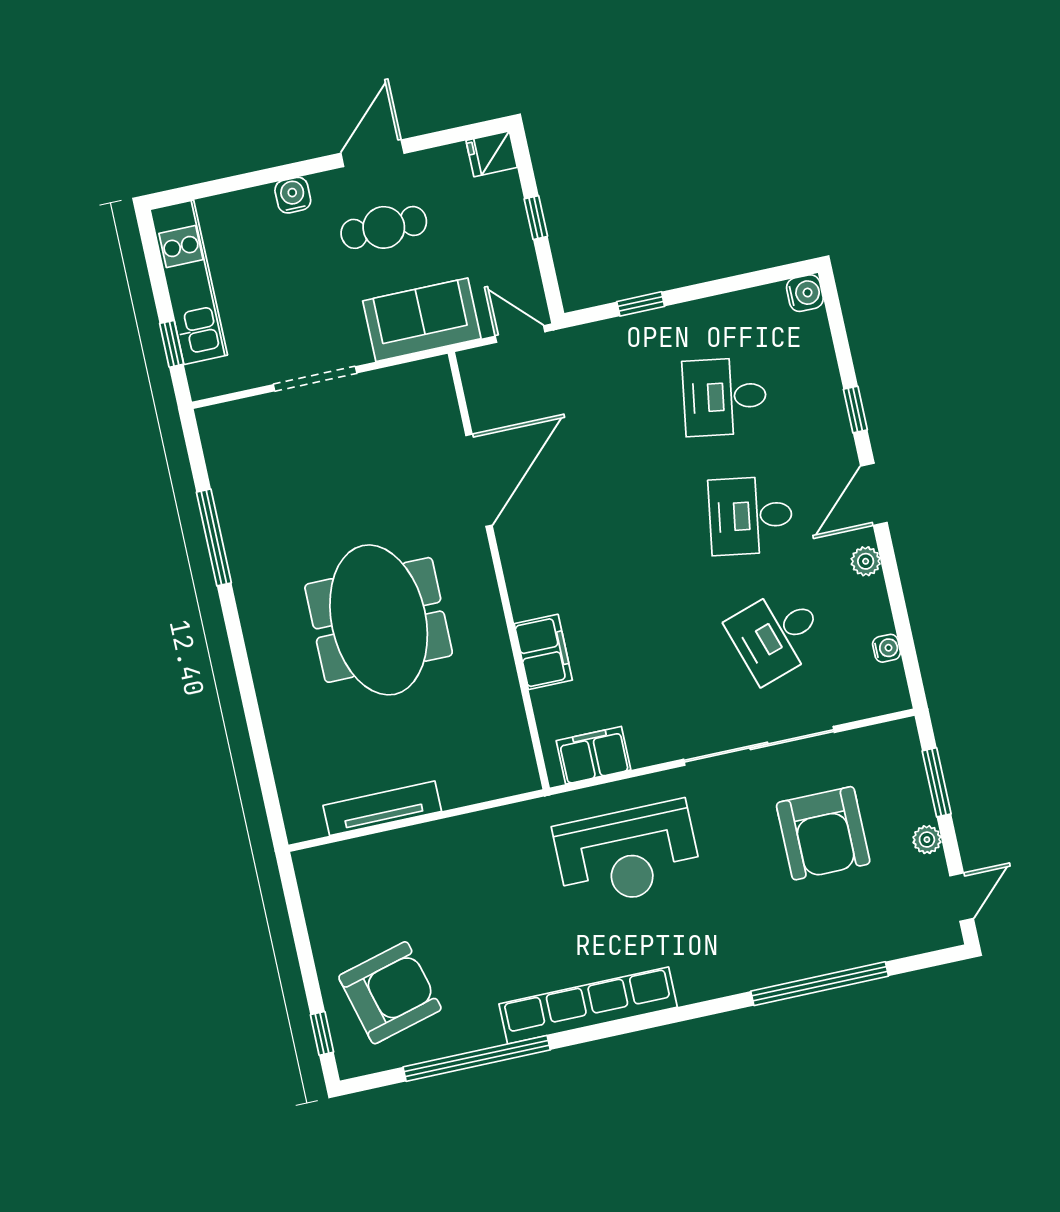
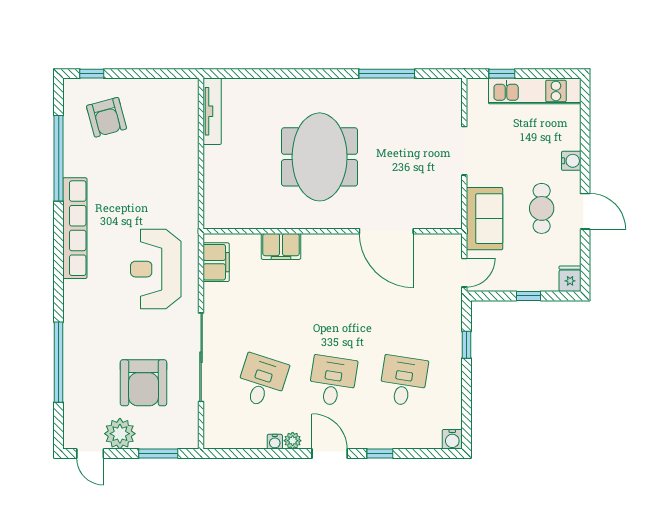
meeting table: (379, 620) -> (320, 157), turned 90
desk: (777, 635) -> (262, 381), turned 36
water cooler: (887, 648) -> (275, 442), moved
tv unit: (382, 808) -> (212, 111), moved
armchair: (823, 833) -> (143, 383), turned -90
plant: (927, 840) -> (120, 434), width x1.88, depth x1.88
armchair: (390, 993) -> (107, 117), width x0.73, depth x0.73

